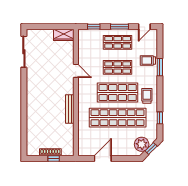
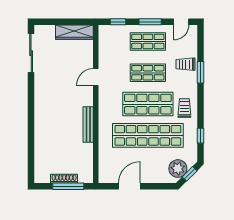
wardrobe: (64, 35) -> (74, 32), width x1.50
door: (76, 71) -> (96, 77), swing flipped
window: (54, 159) -> (68, 186), width x2.17

